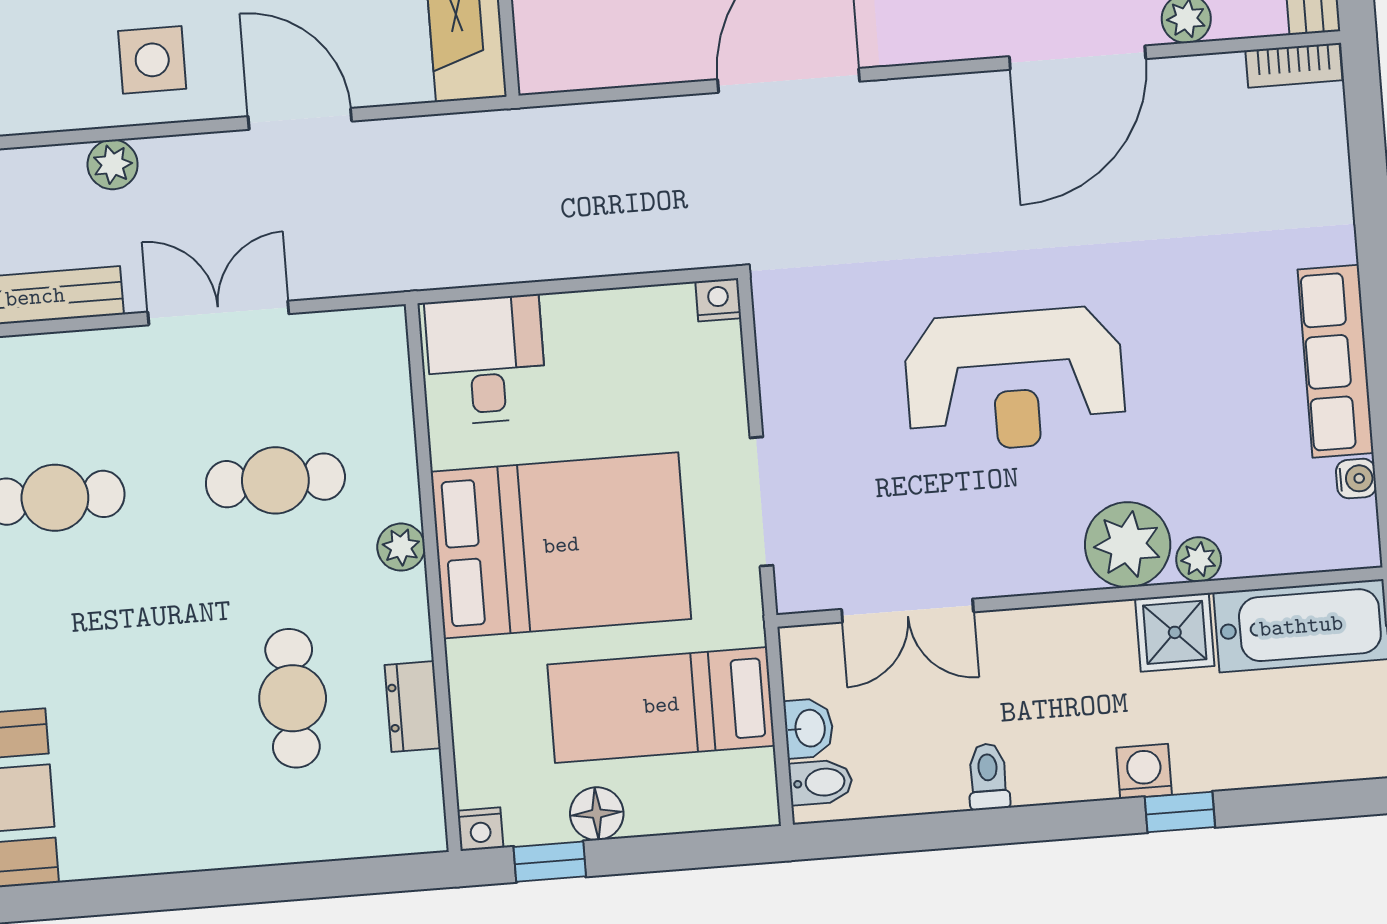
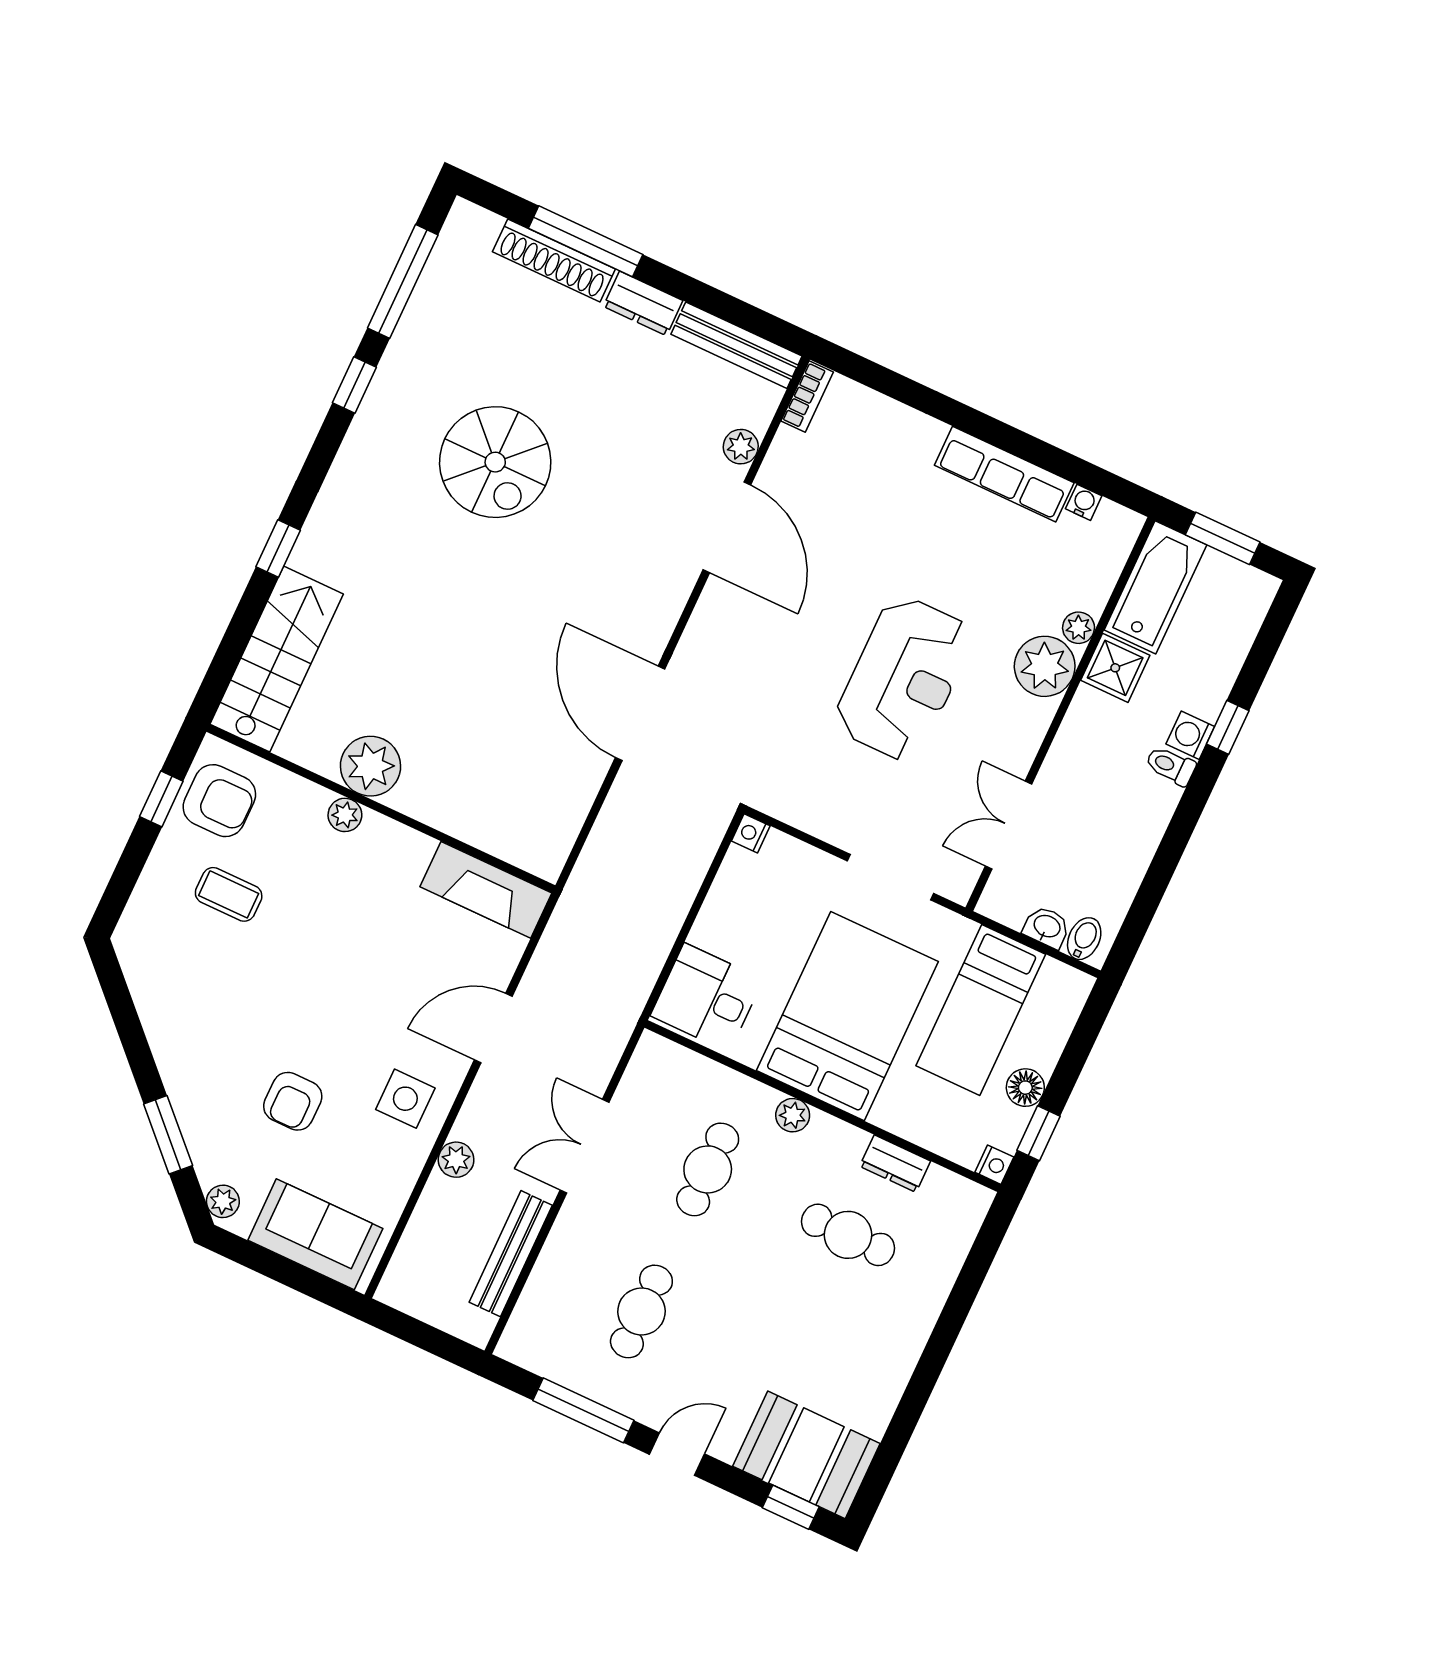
double door: (907, 611) -> (1009, 825), swing flipped
toilet: (988, 777) -> (1171, 766), moved

